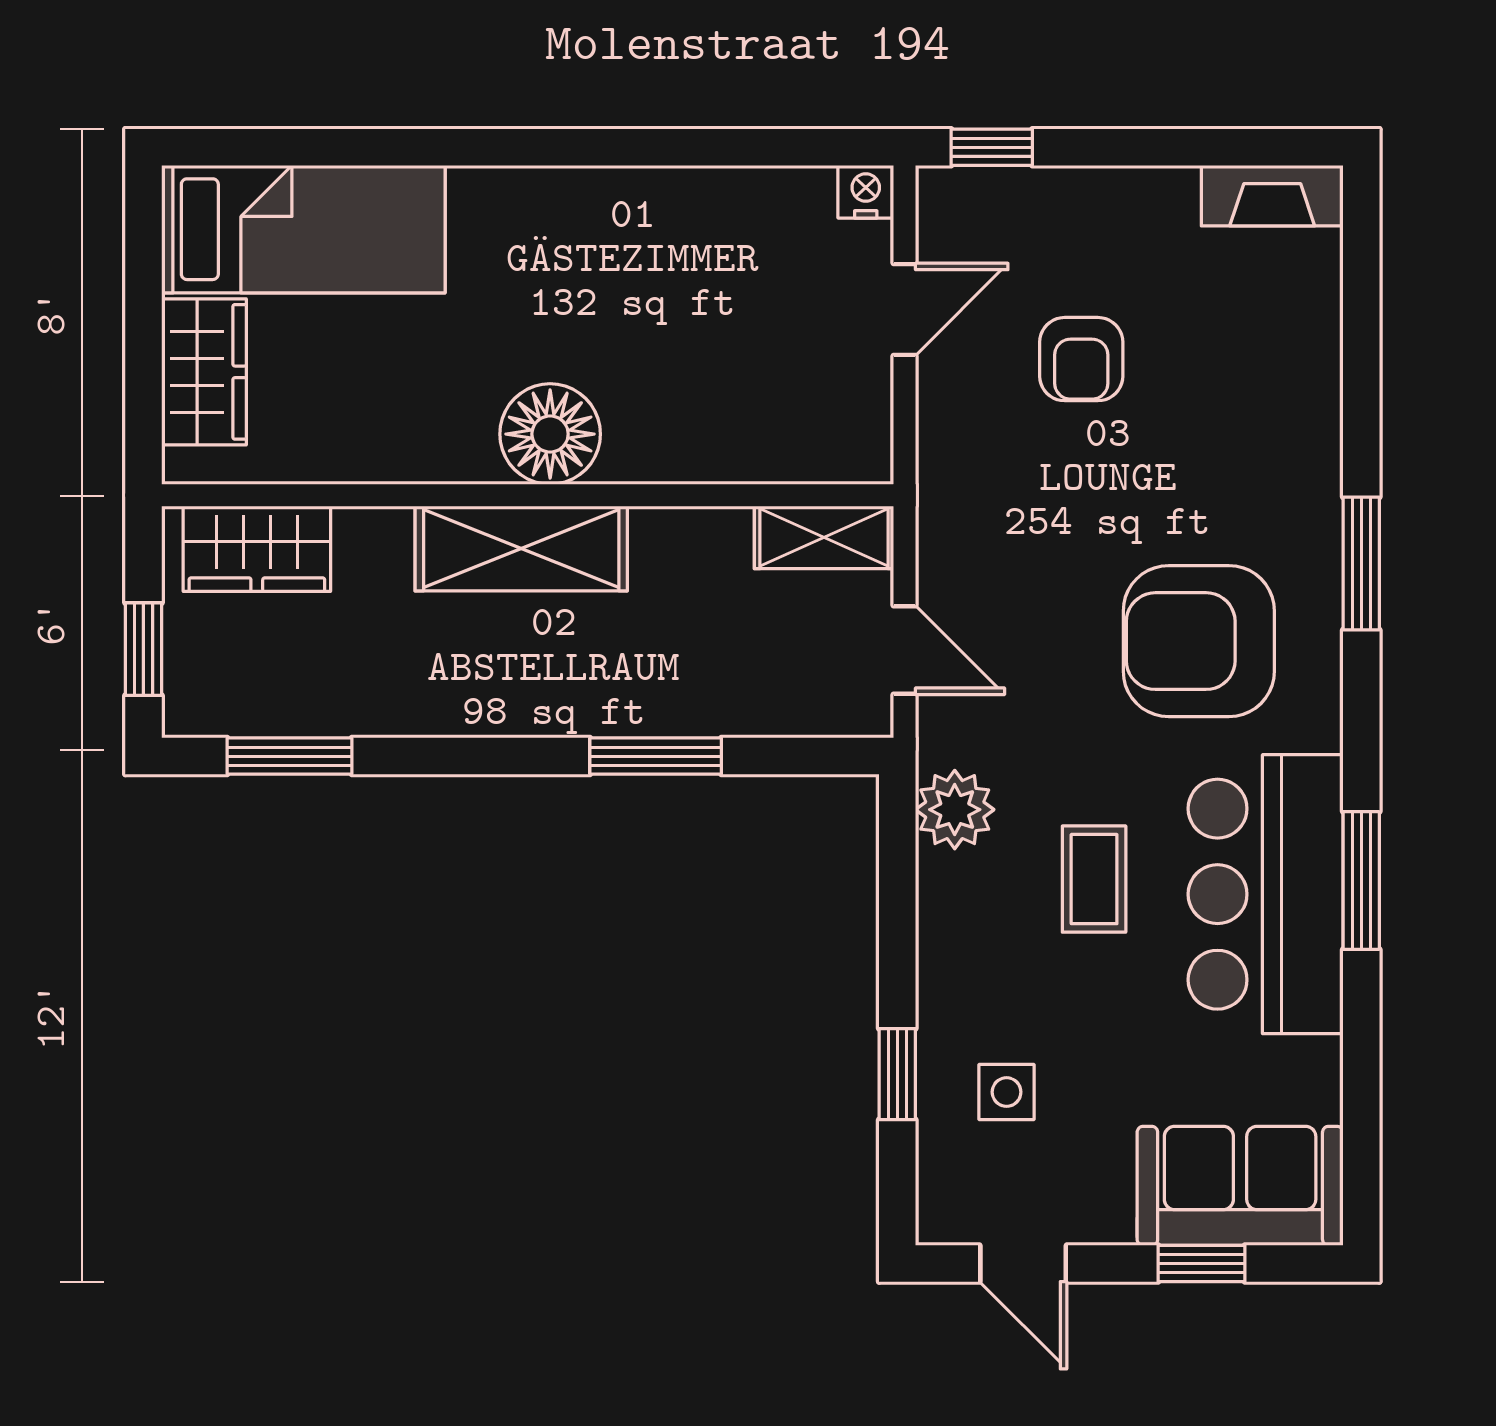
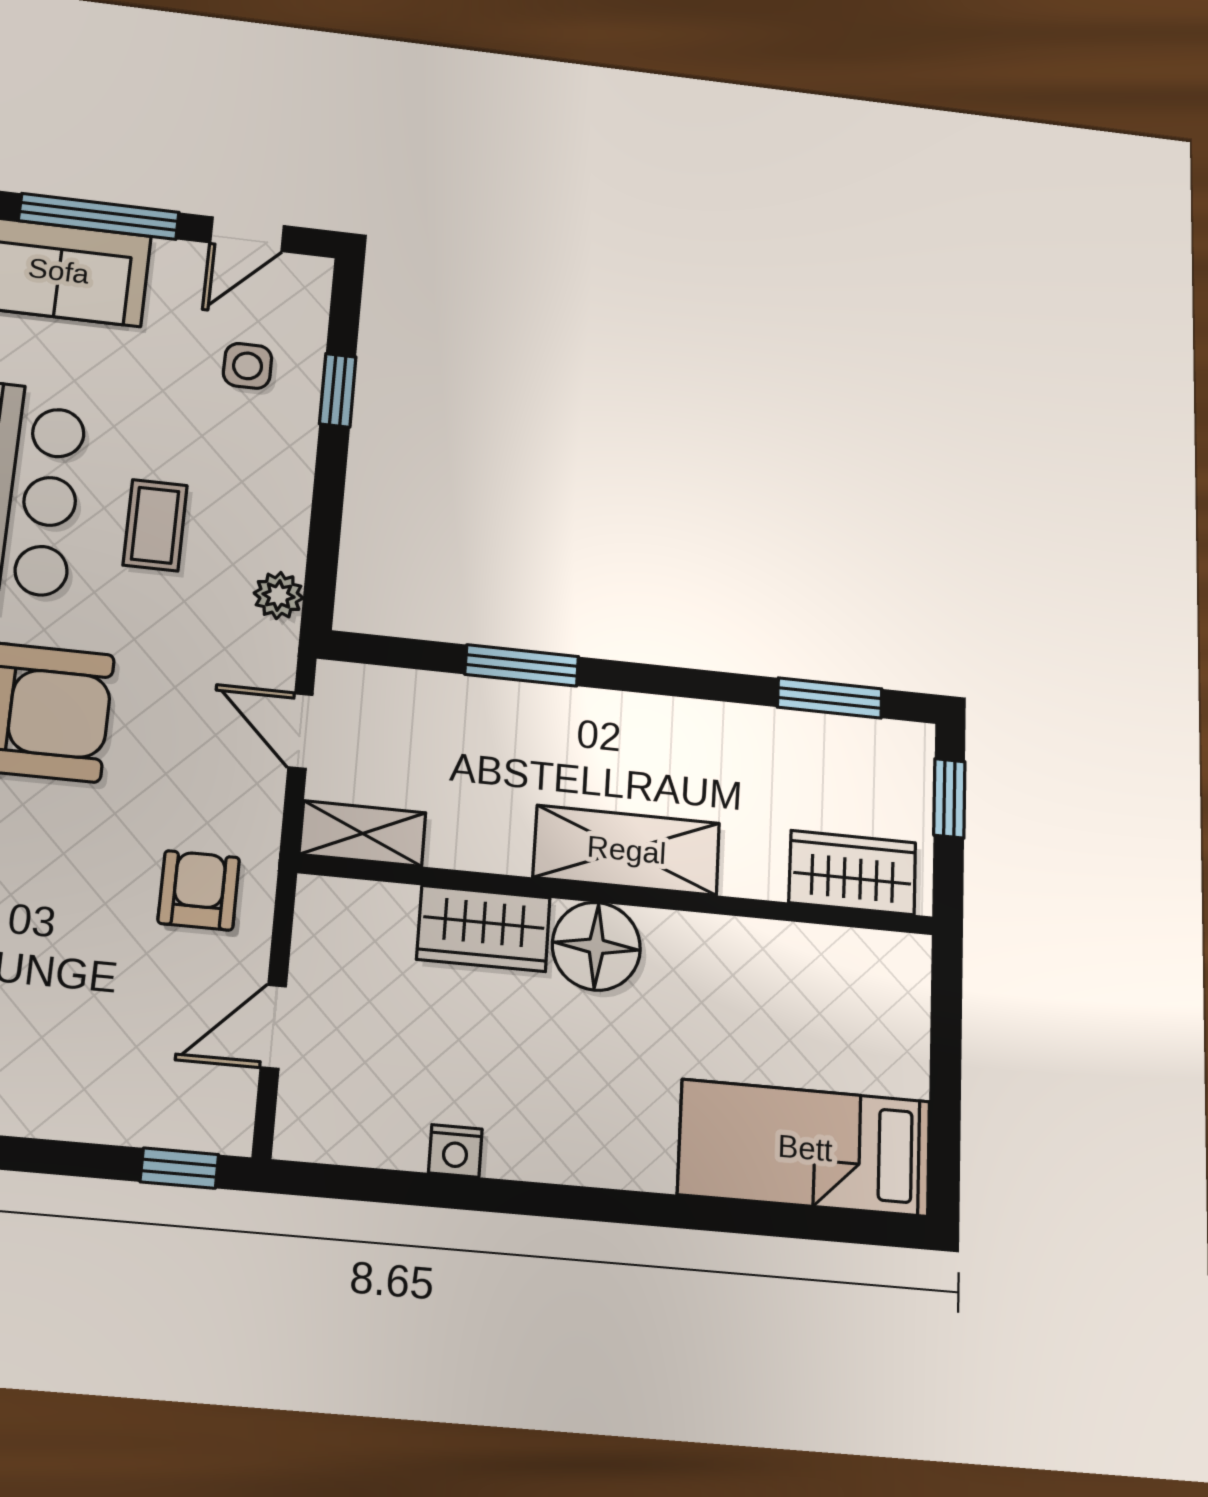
nightstand: (866, 192) -> (455, 1151), moved
armchair: (1081, 359) -> (199, 890), moved
wardrobe: (204, 372) -> (484, 928), moved, turned -90
plant: (955, 810) -> (279, 595), width x0.73, depth x0.73
door: (1023, 1264) -> (247, 234), swing flipped
window: (1201, 1264) -> (99, 216), width x2.17

